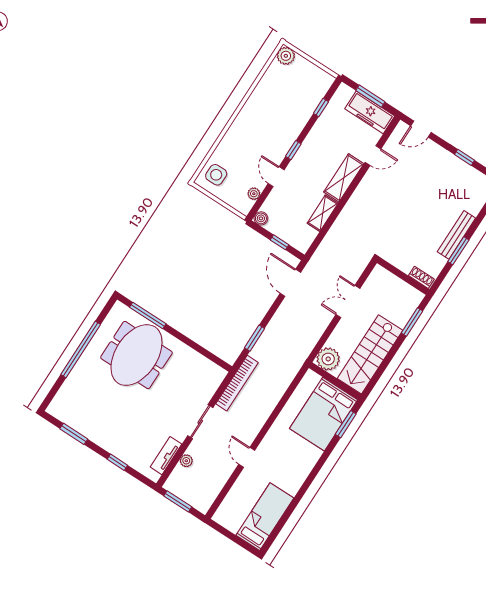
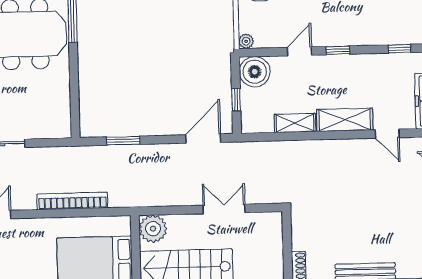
plant: (254, 194) -> (246, 41), moved
boiler: (261, 218) -> (255, 72), width x1.86, depth x1.86
bookcase: (237, 383) -> (72, 201), moved, turned 180

